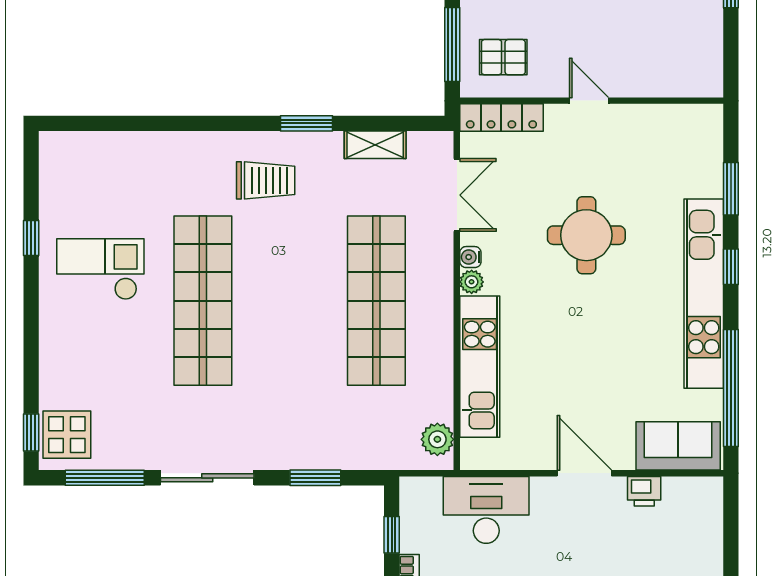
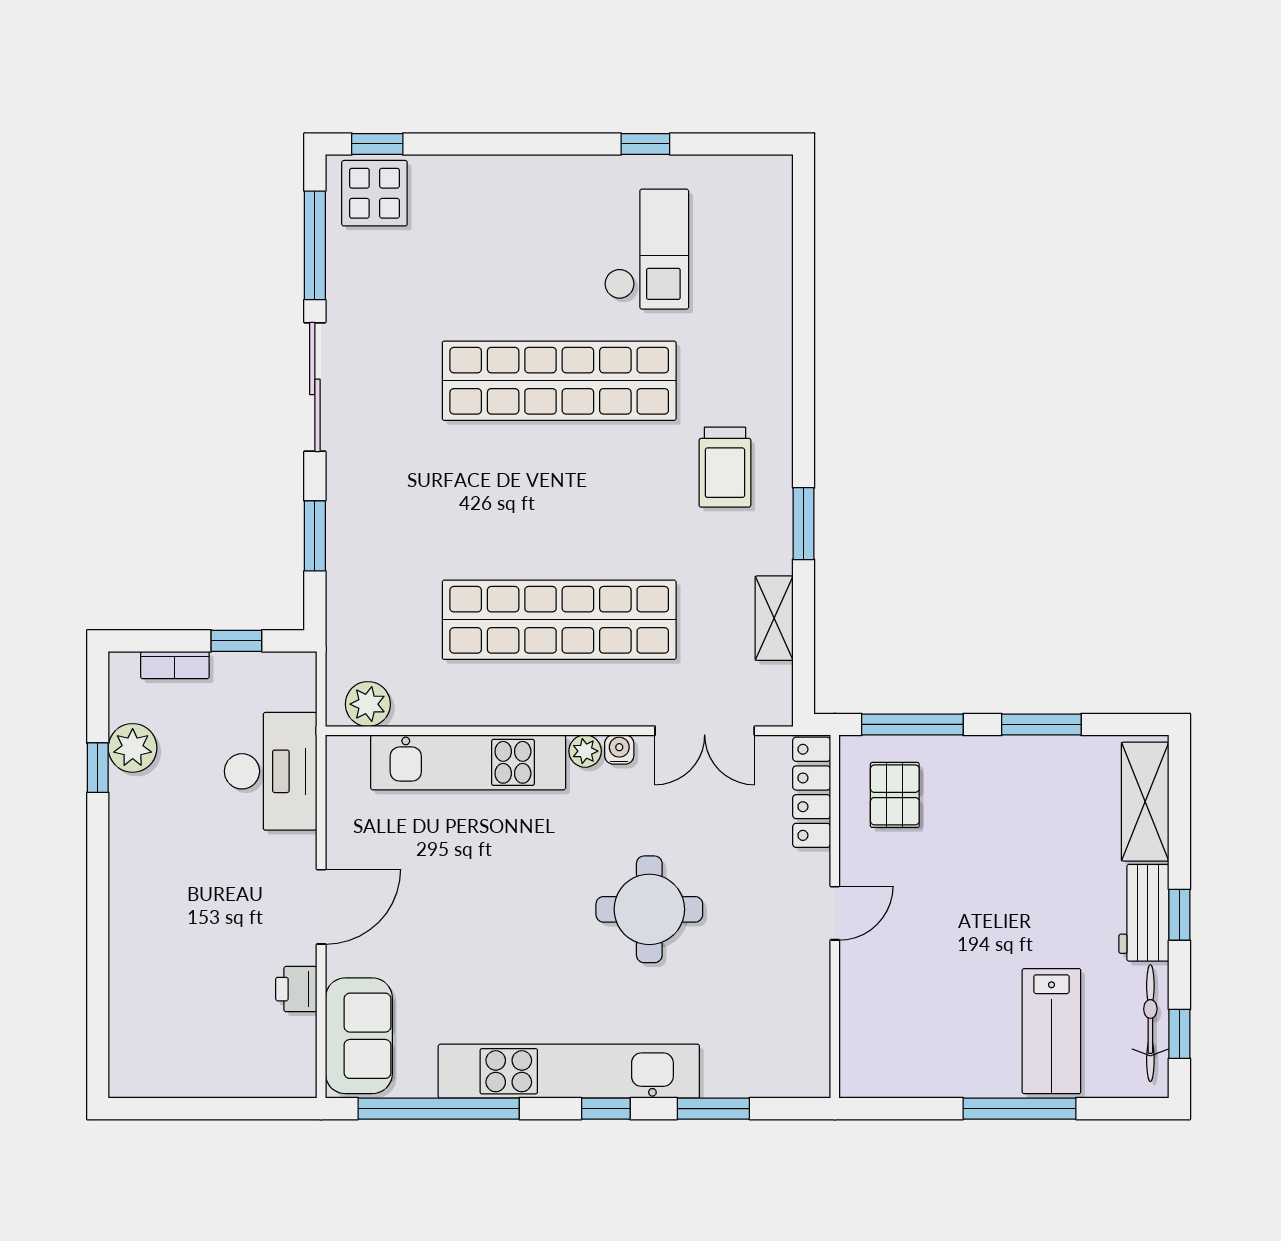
checkout: (100, 269) -> (647, 249), moved

